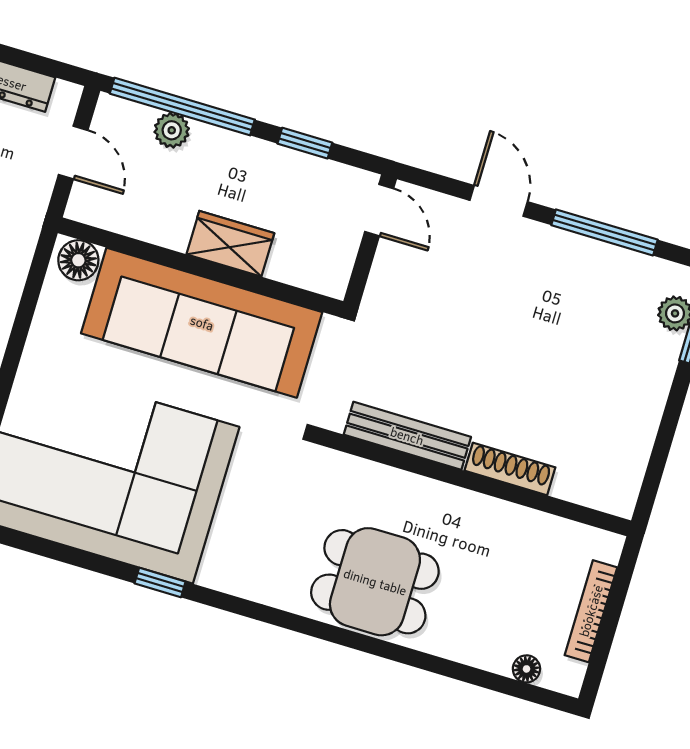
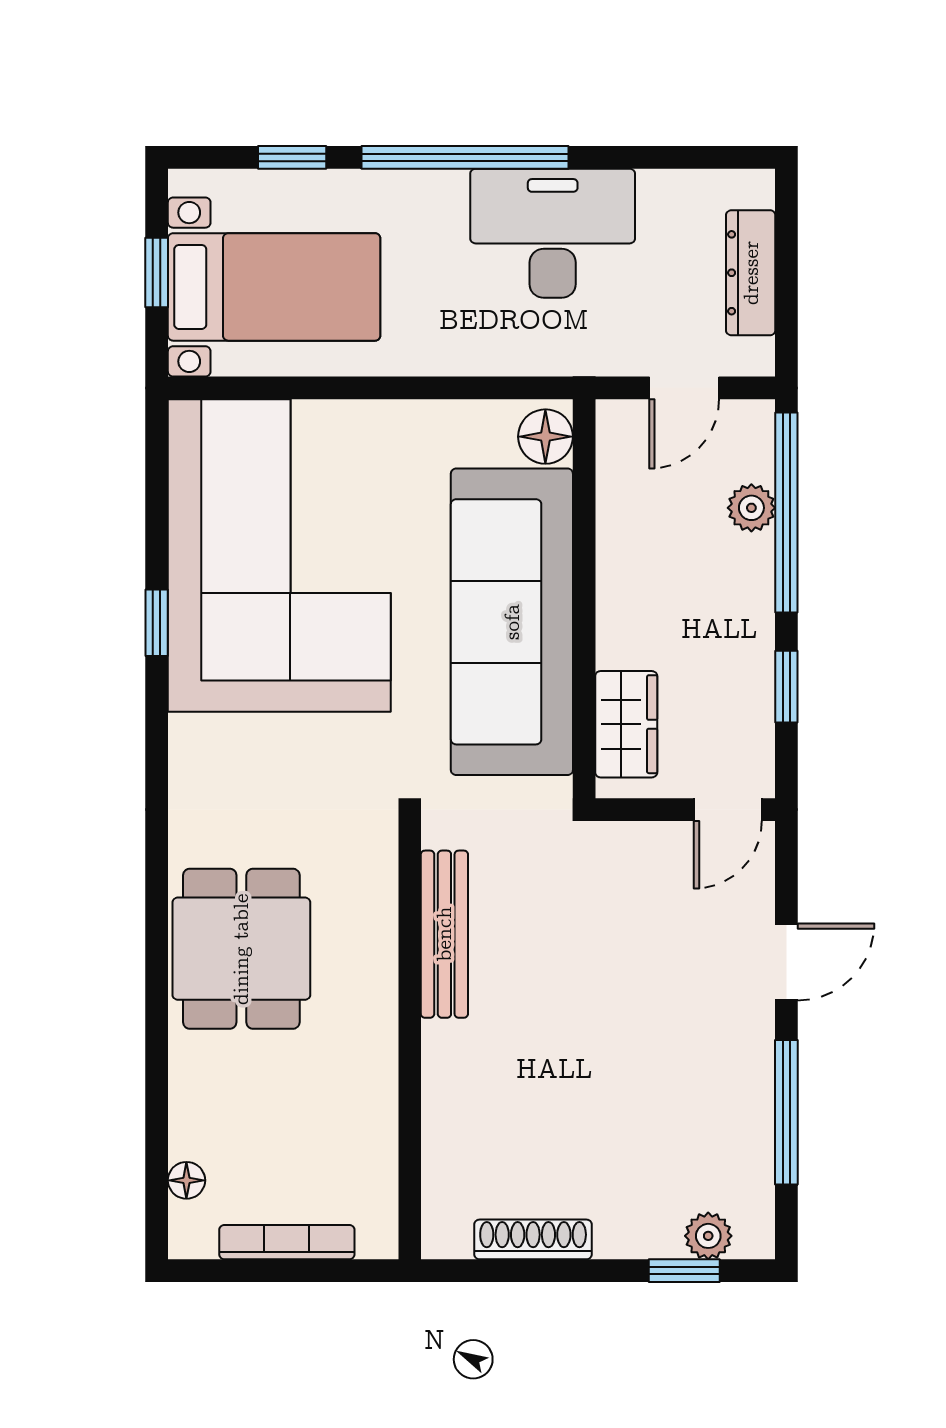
wardrobe: (230, 244) -> (626, 724), moved
shoe rack: (510, 469) -> (533, 1239), moved, turned -90
window: (160, 582) -> (157, 623), moved

